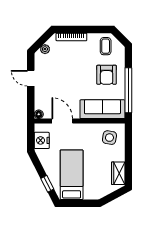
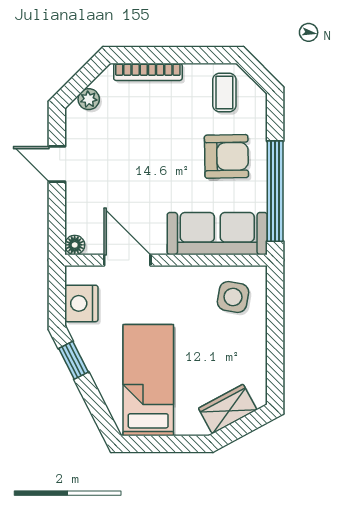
armchair: (107, 75) -> (226, 156), turned -91
wardrobe: (118, 173) -> (228, 409), moved, turned 62
window: (47, 184) -> (73, 360), moved

